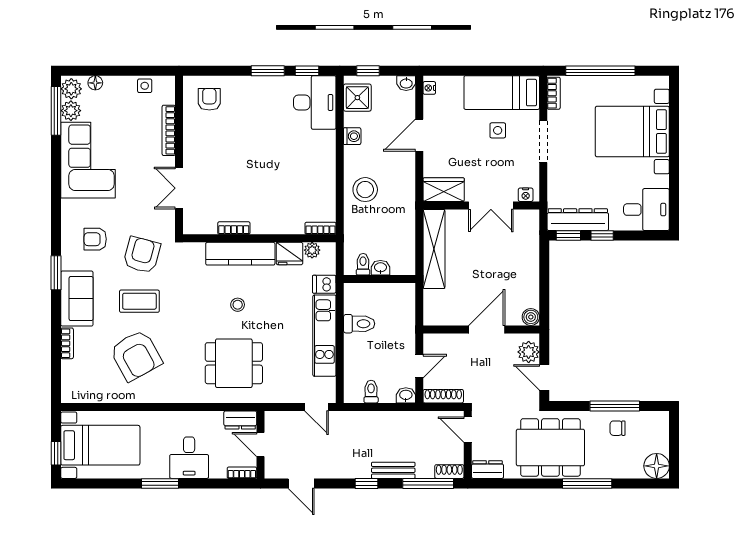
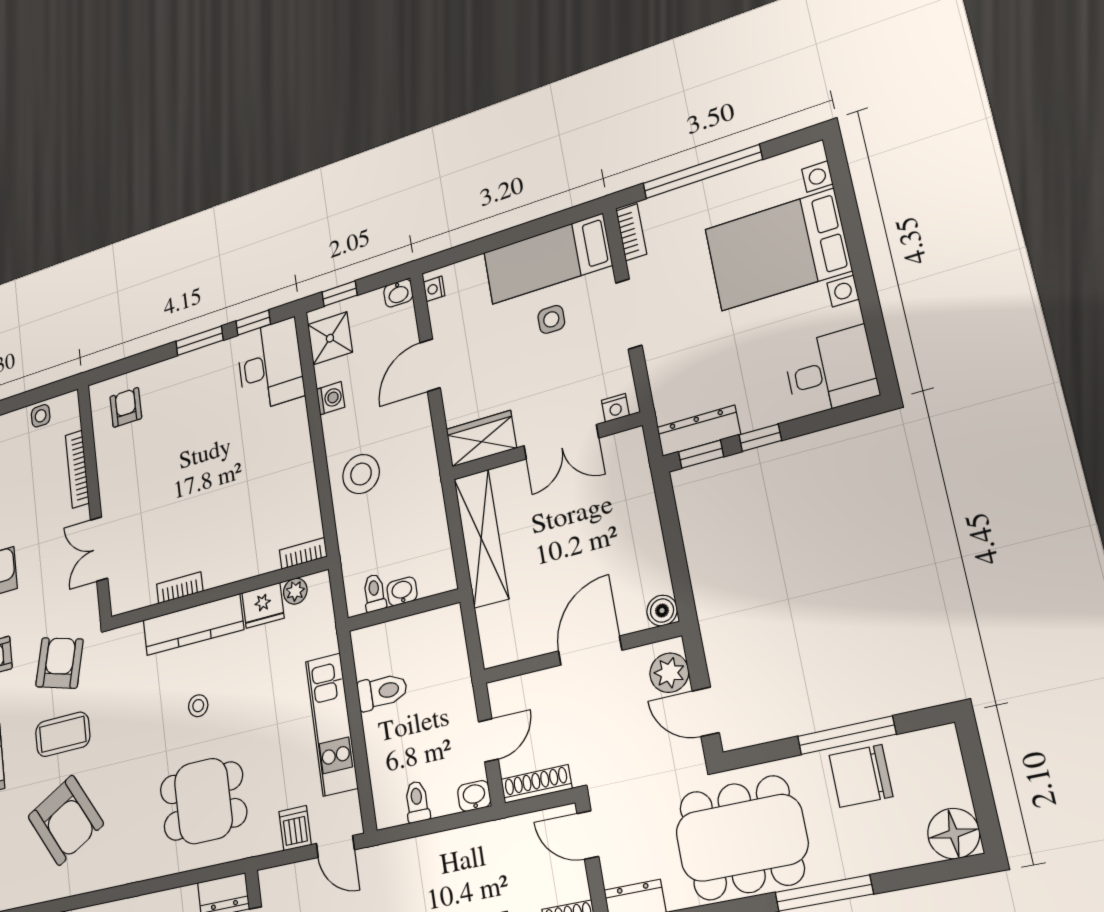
dresser: (578, 220) -> (699, 431), width x0.73, depth x0.80
dishwasher: (324, 284) -> (295, 828), moved, turned 90
chair: (618, 428) -> (861, 776), width x1.87, depth x1.87

